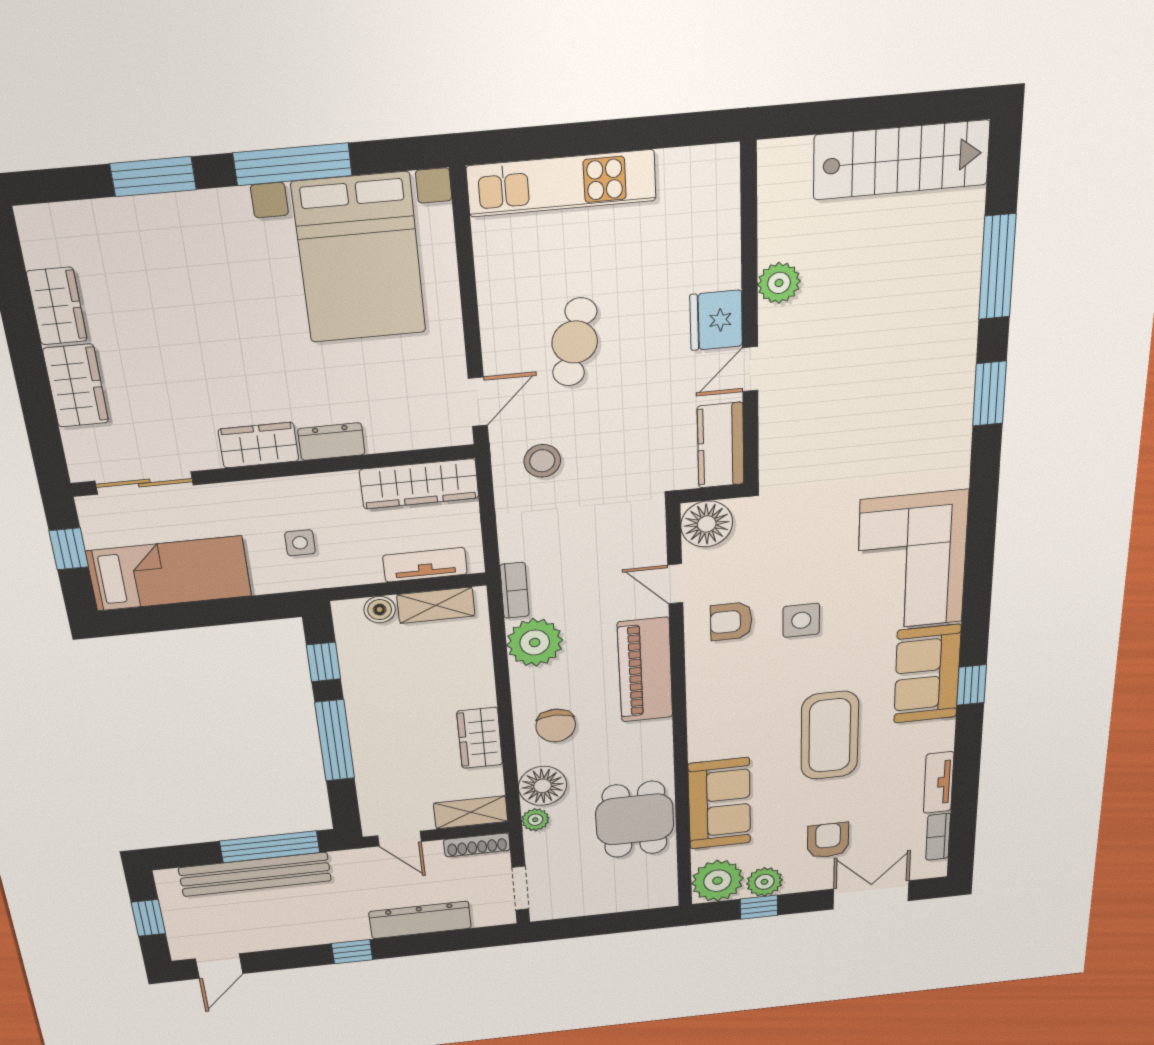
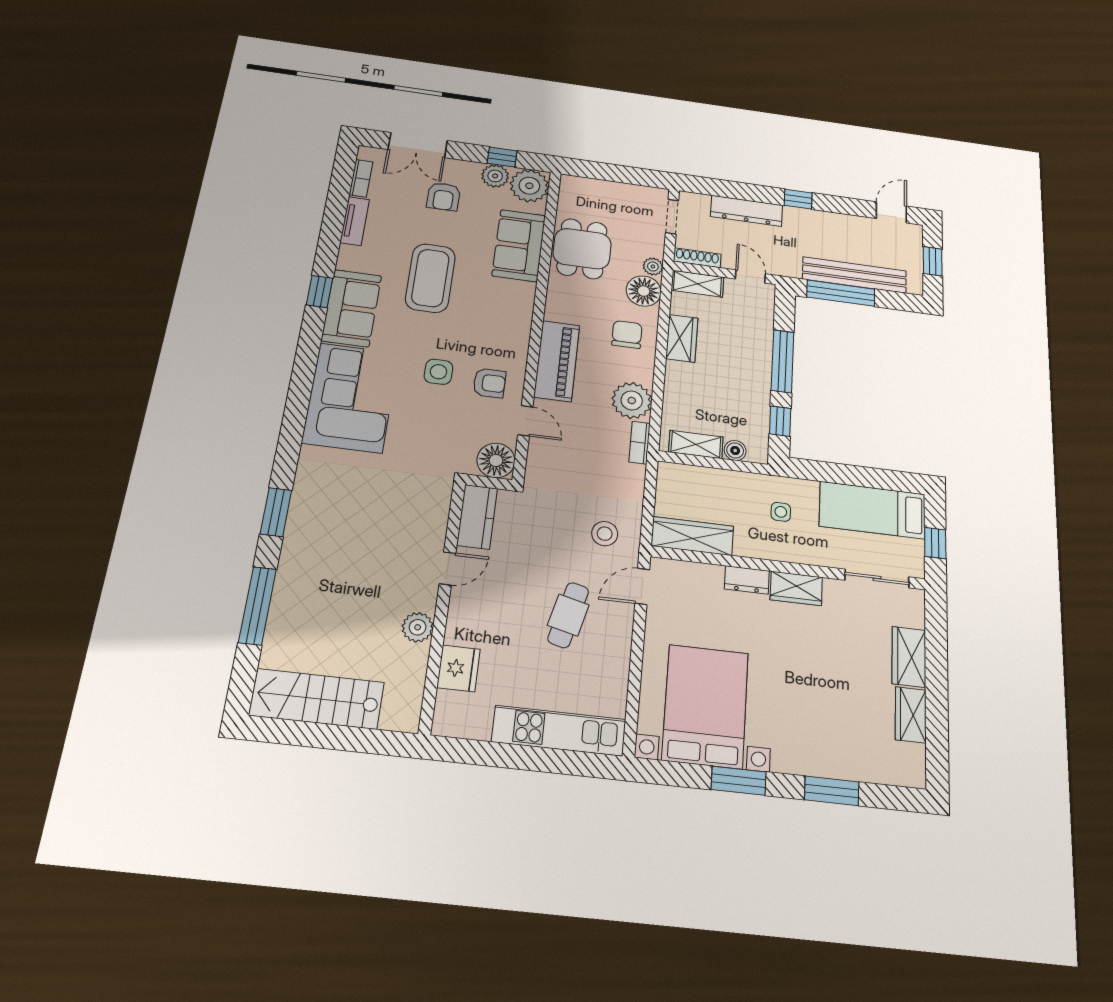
window: (293, 164) -> (739, 781), width x0.69
fridge: (716, 320) -> (458, 668), moved
tv unit: (425, 565) -> (698, 476), removed

